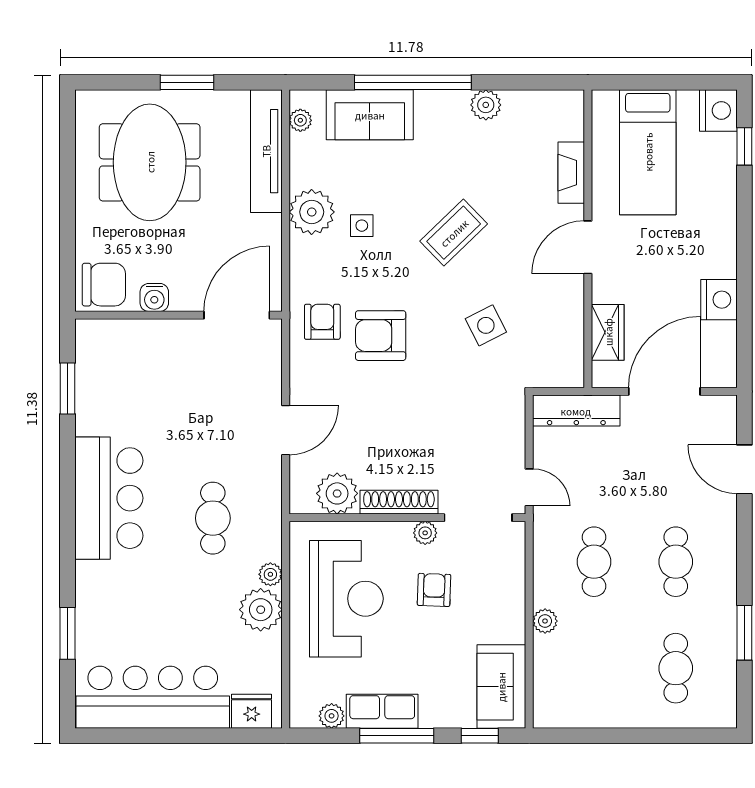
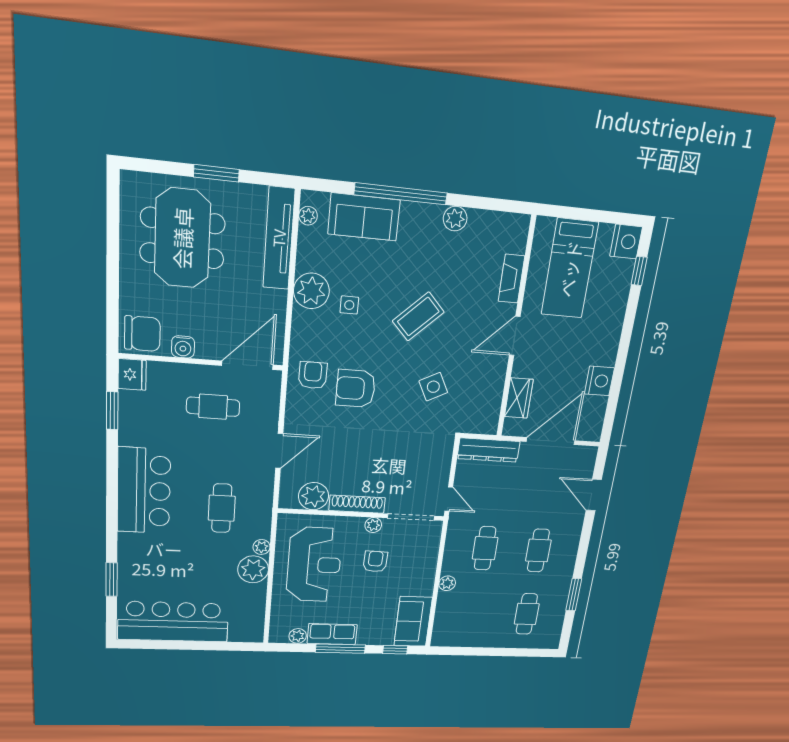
cafe table: (195, 374) -> (213, 407), added
fridge: (252, 711) -> (132, 374), moved, turned 90

